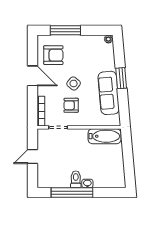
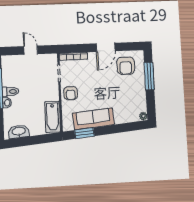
window: (121, 78) -> (84, 133), moved
side table: (74, 83) -> (101, 86), removed
armchair: (71, 105) -> (71, 93), moved, turned 180
washbasin: (118, 172) -> (19, 132), added

